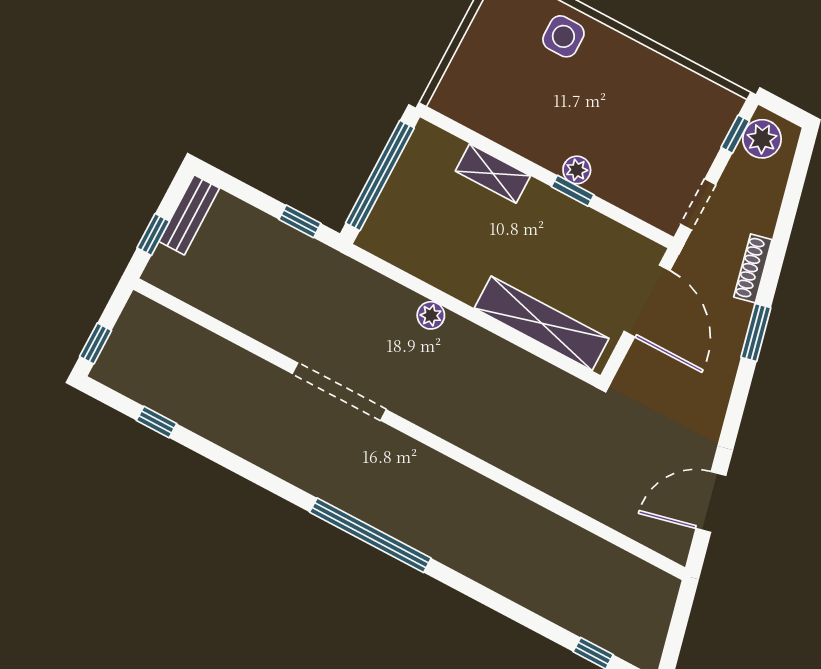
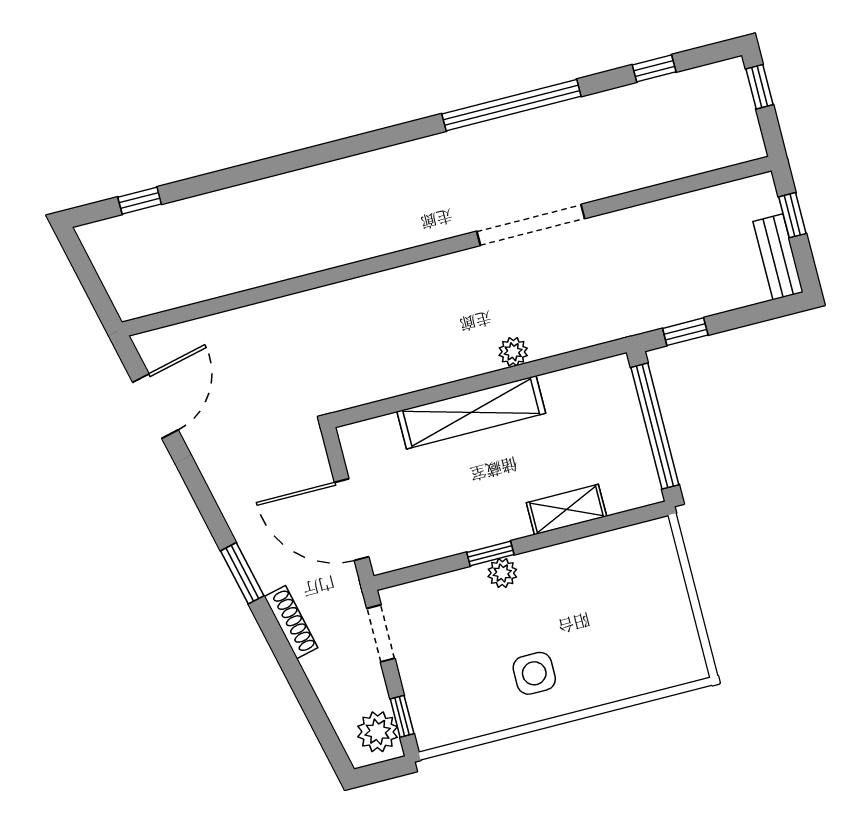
side table: (563, 36) -> (534, 673), moved
shelving: (542, 323) -> (471, 412), moved
window: (370, 535) -> (511, 105), moved

